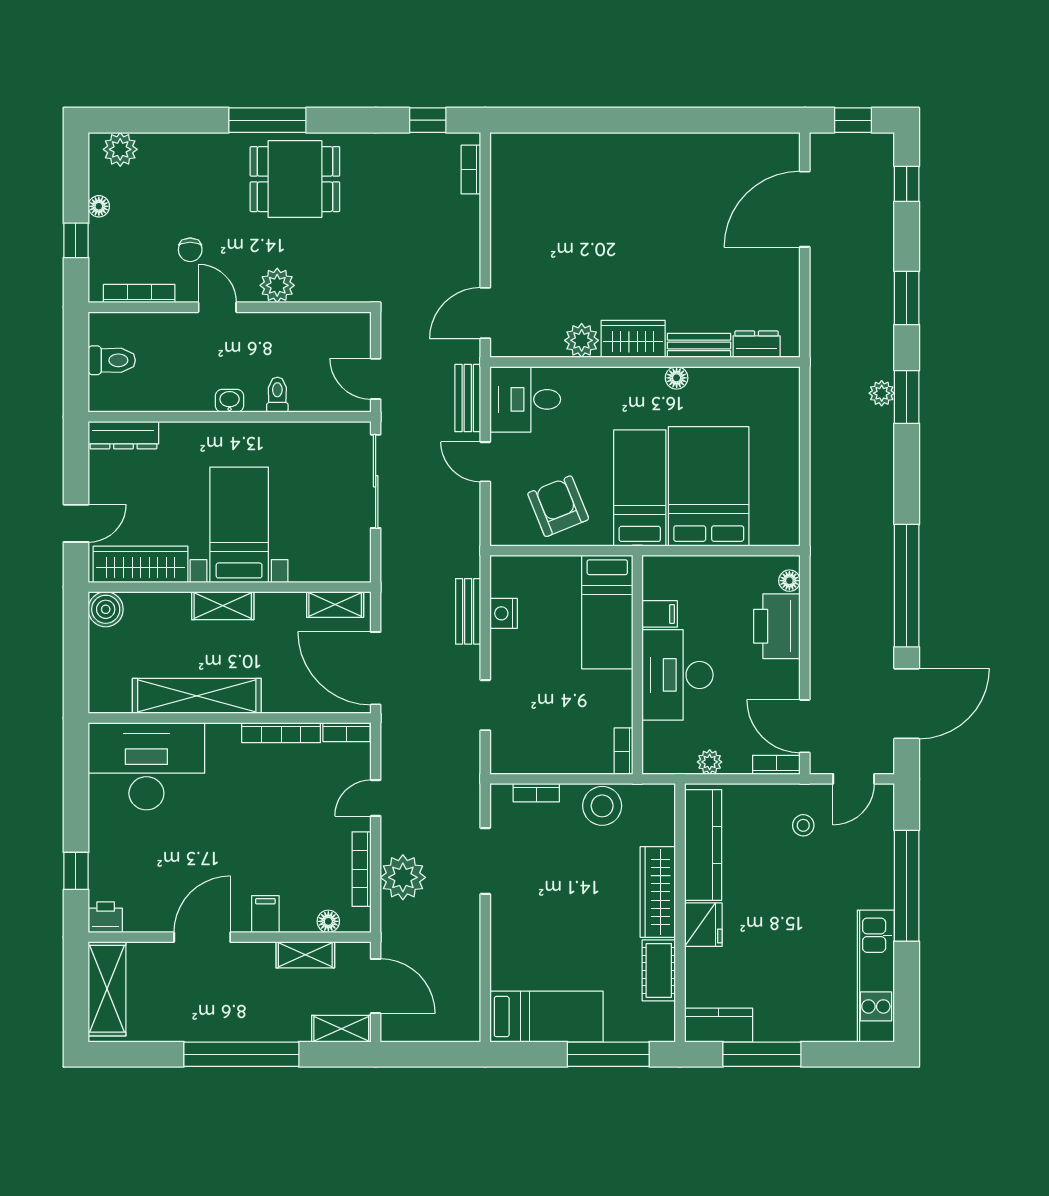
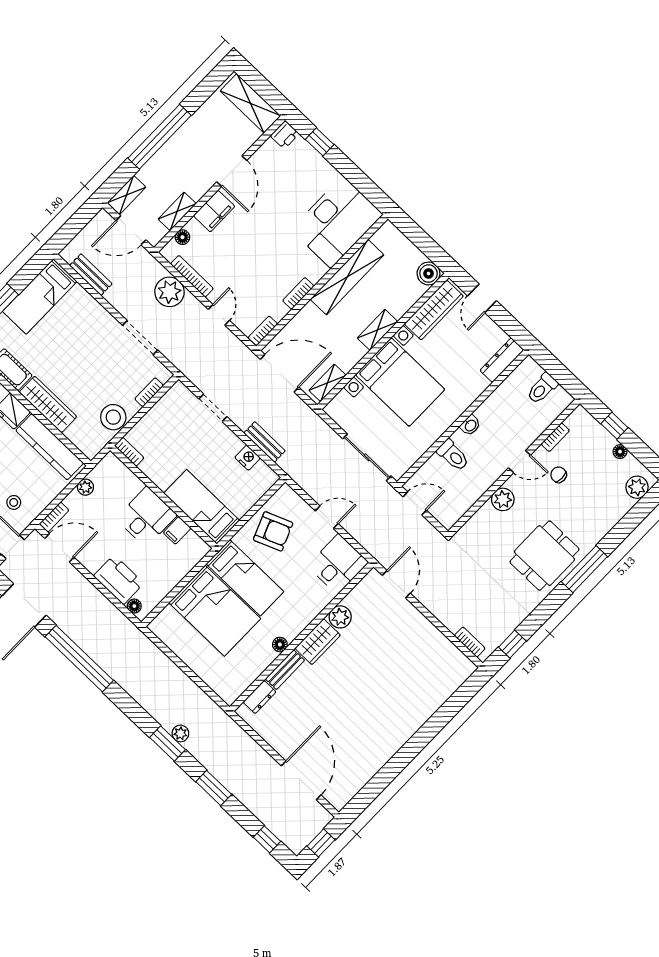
bookcase: (139, 294) -> (555, 437), width x0.64
toilet: (277, 395) -> (453, 455), width x1.37, depth x1.39
bench: (468, 398) -> (91, 275), moved
bed with nightstands: (239, 525) -> (400, 382), width x1.36
desk: (677, 675) -> (146, 517), width x0.73
bookcase: (281, 733) -> (298, 293), width x0.64
filing cabinet: (265, 914) -> (214, 211), width x2.00

